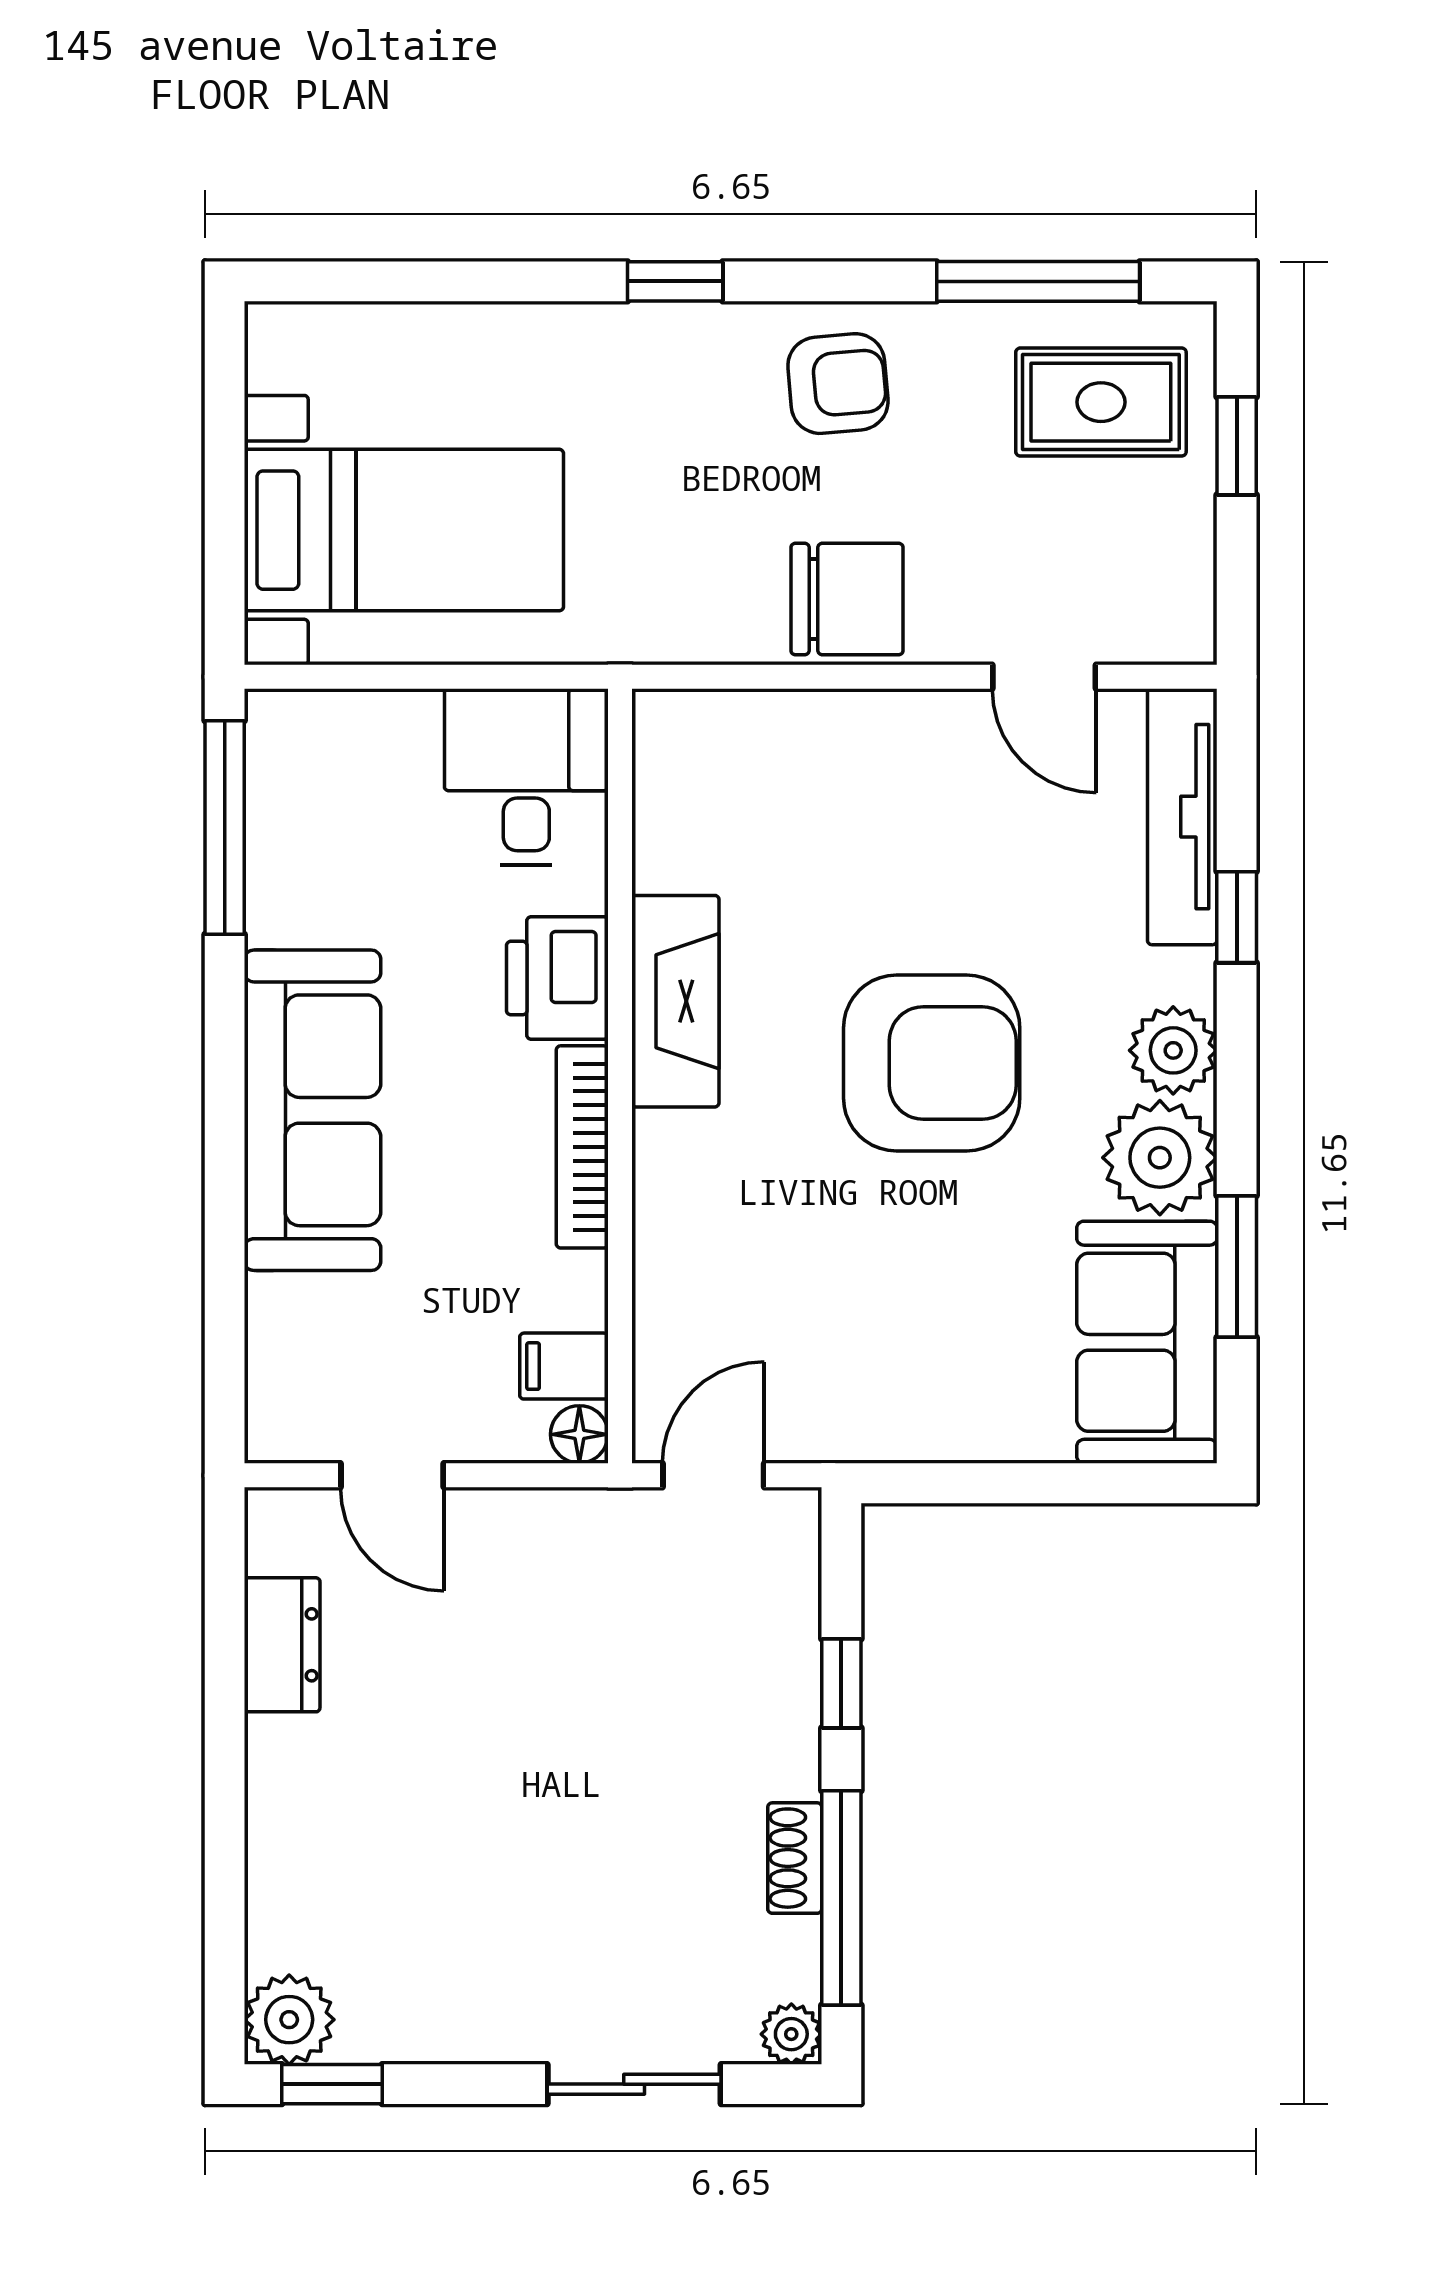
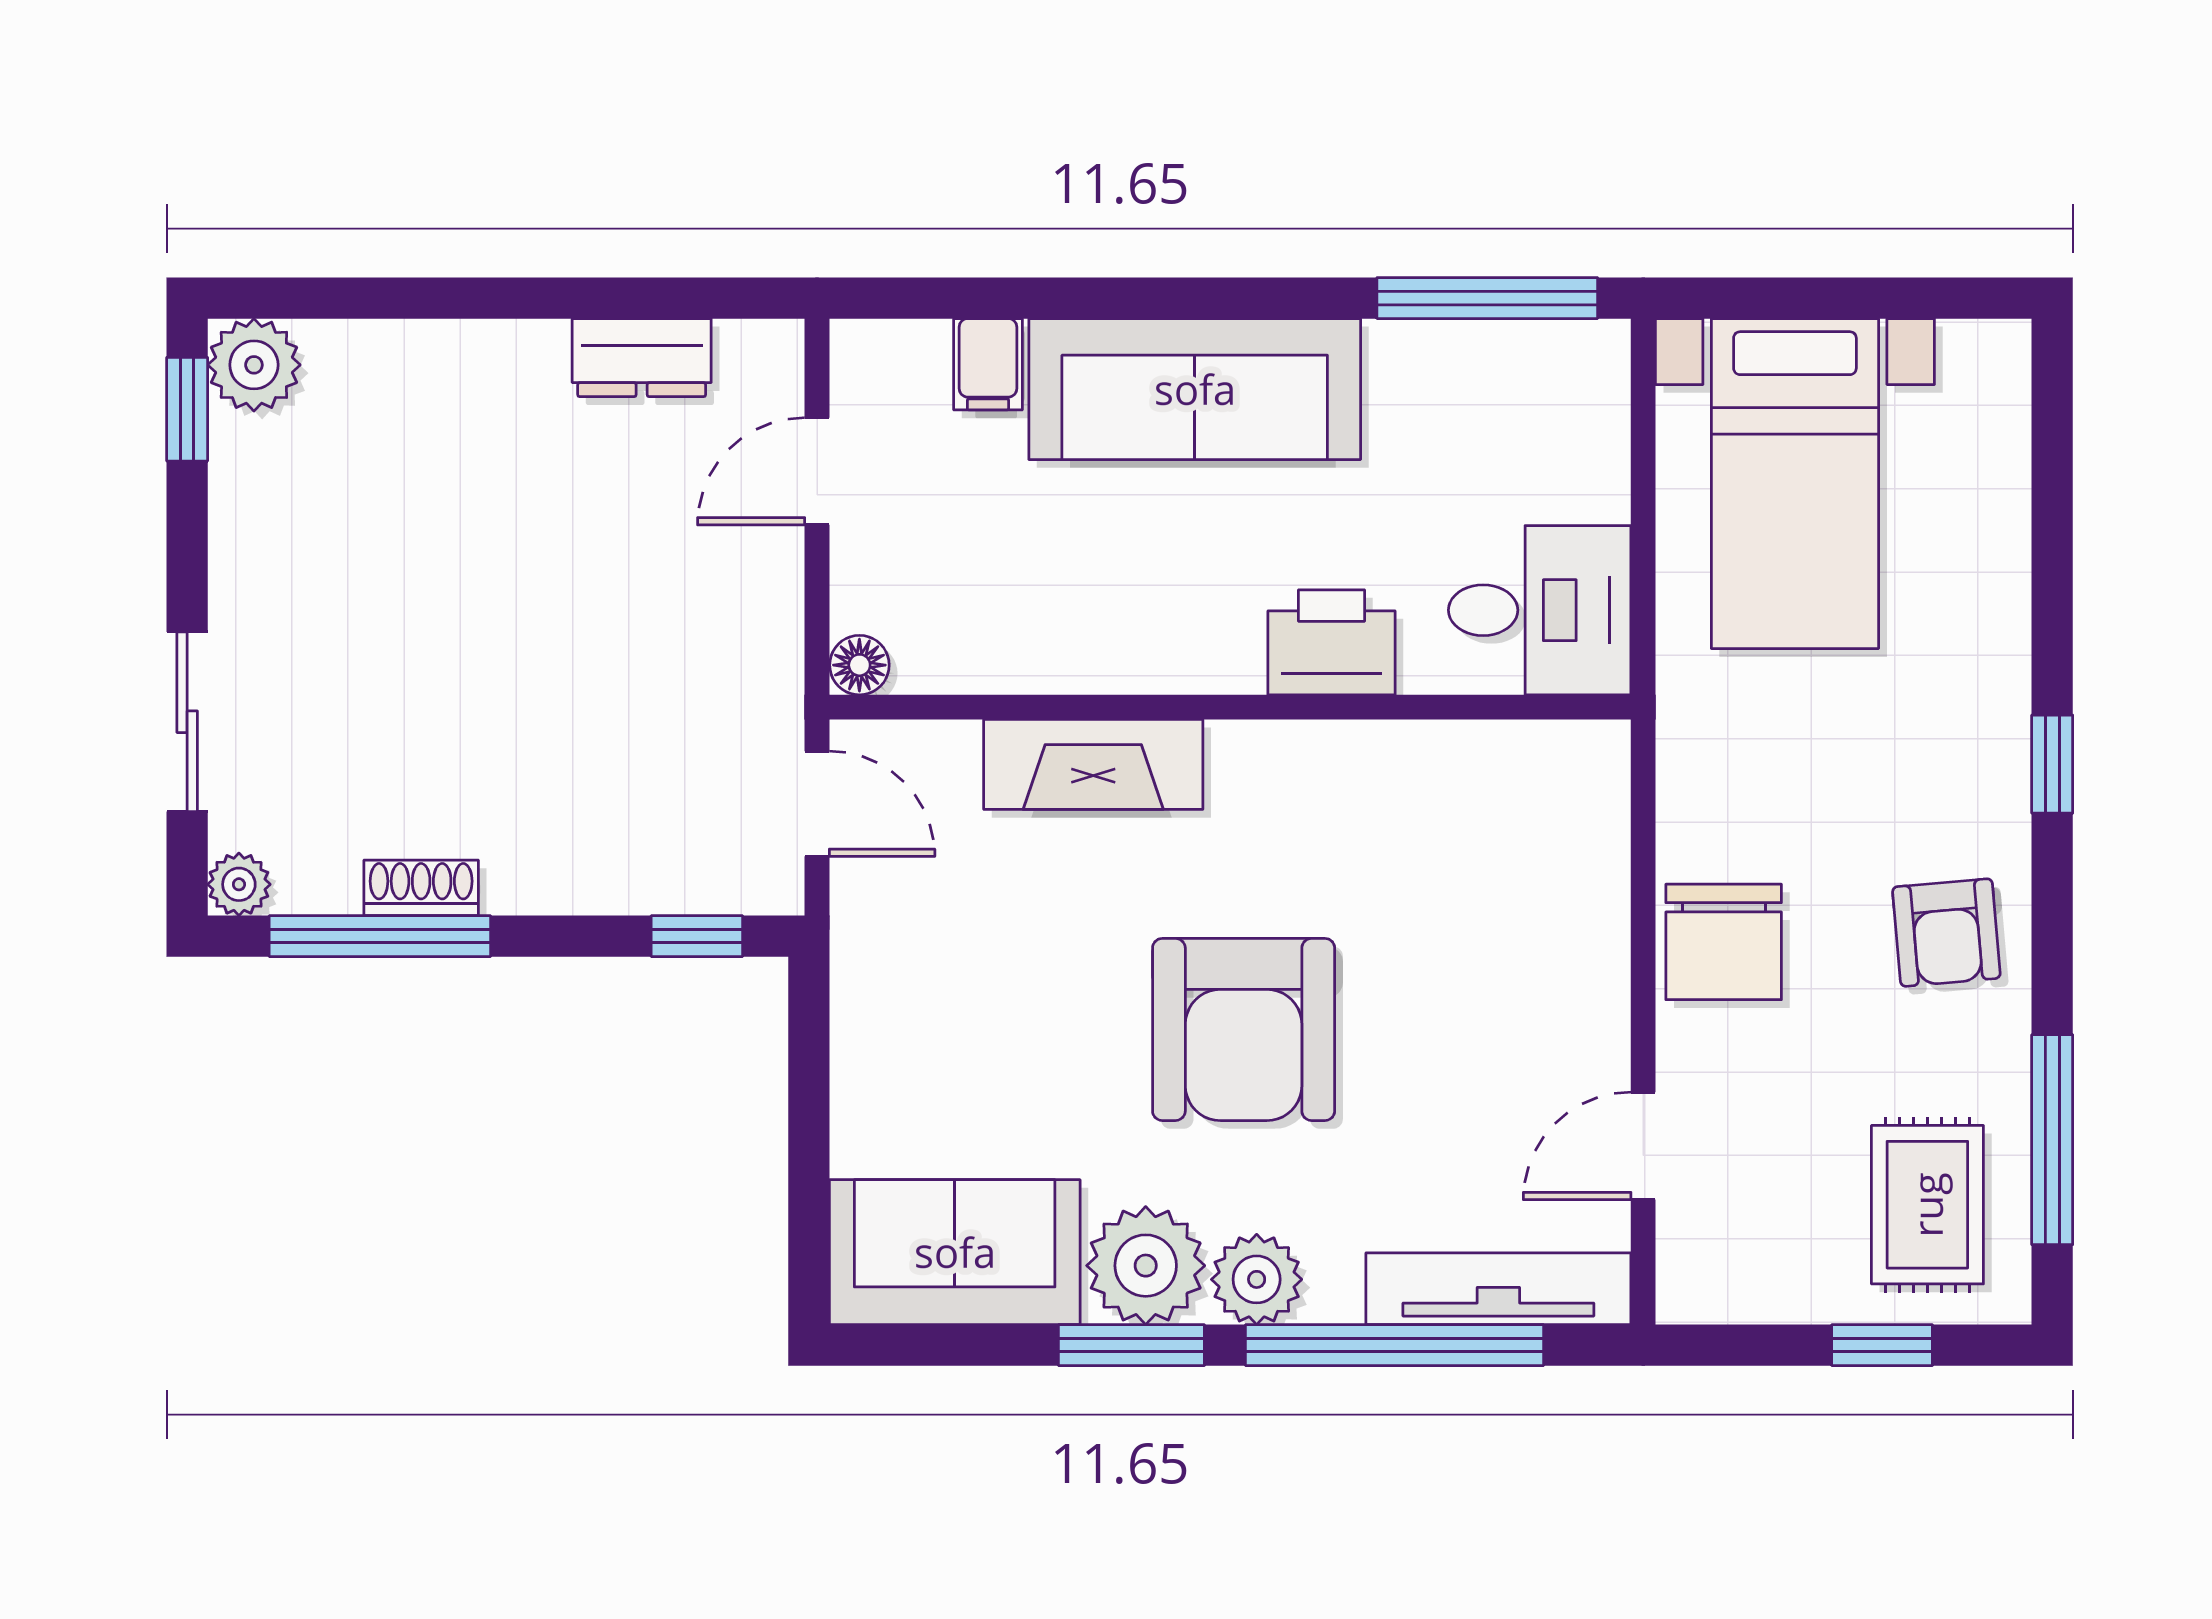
window: (1237, 917) -> (1395, 1345), width x3.17
fireplace: (675, 1001) -> (1093, 764), moved
bookcase: (582, 1147) -> (1157, 668), removed
window: (1237, 1266) -> (1131, 1345), moved
filing cabinet: (564, 1366) -> (988, 364), moved, turned 180
window: (841, 1683) -> (697, 936), moved

